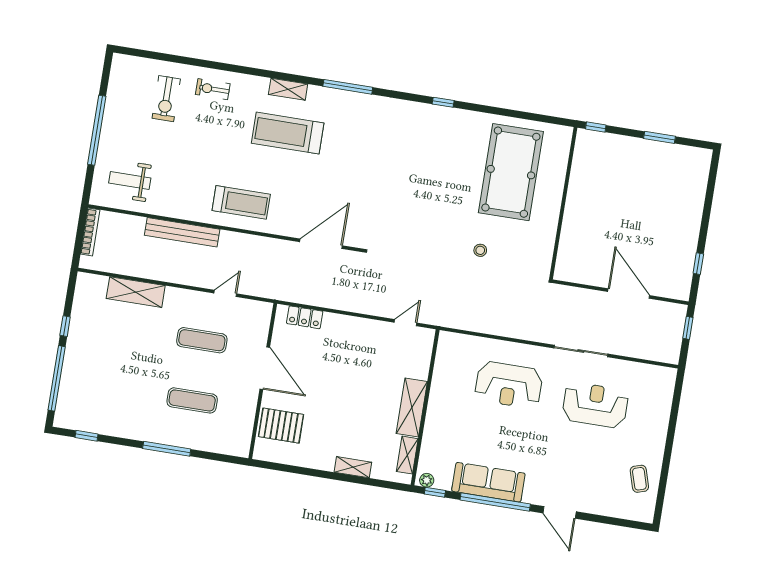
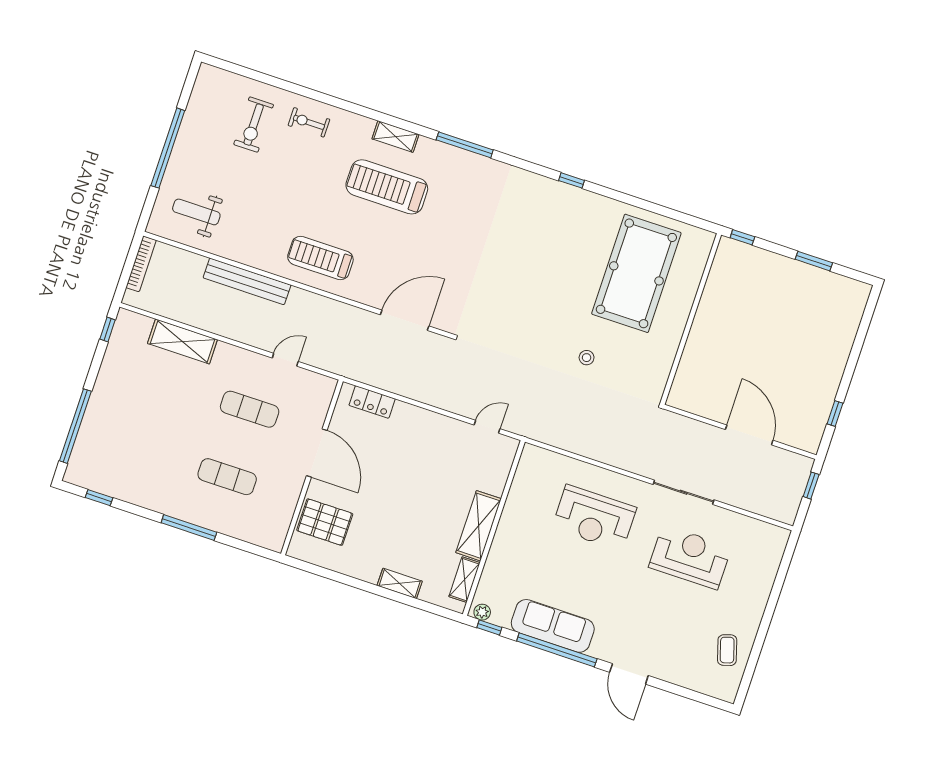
treadmill: (241, 202) -> (320, 258), turned 180
window: (65, 326) -> (107, 329), moved

